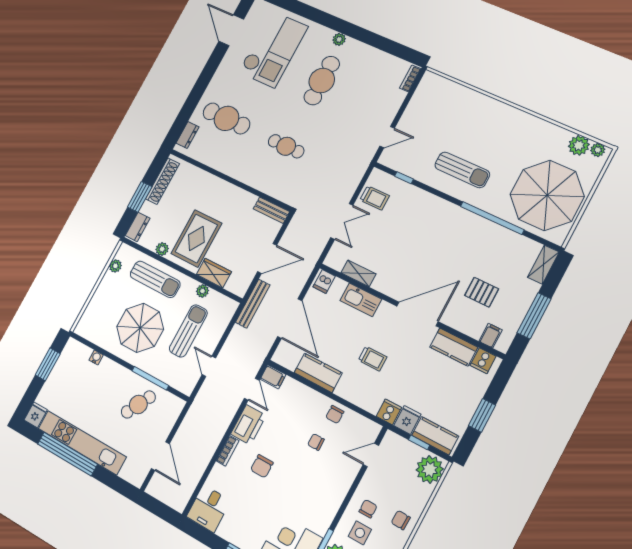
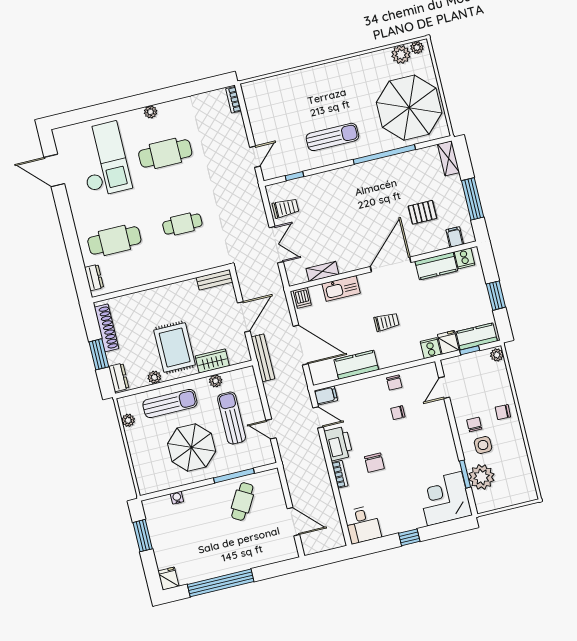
cafe table: (322, 81) -> (165, 153), turned 90
kitchen unit: (82, 443) -> (224, 565), removed
plant: (430, 469) -> (497, 355), width x0.53, depth x0.53

